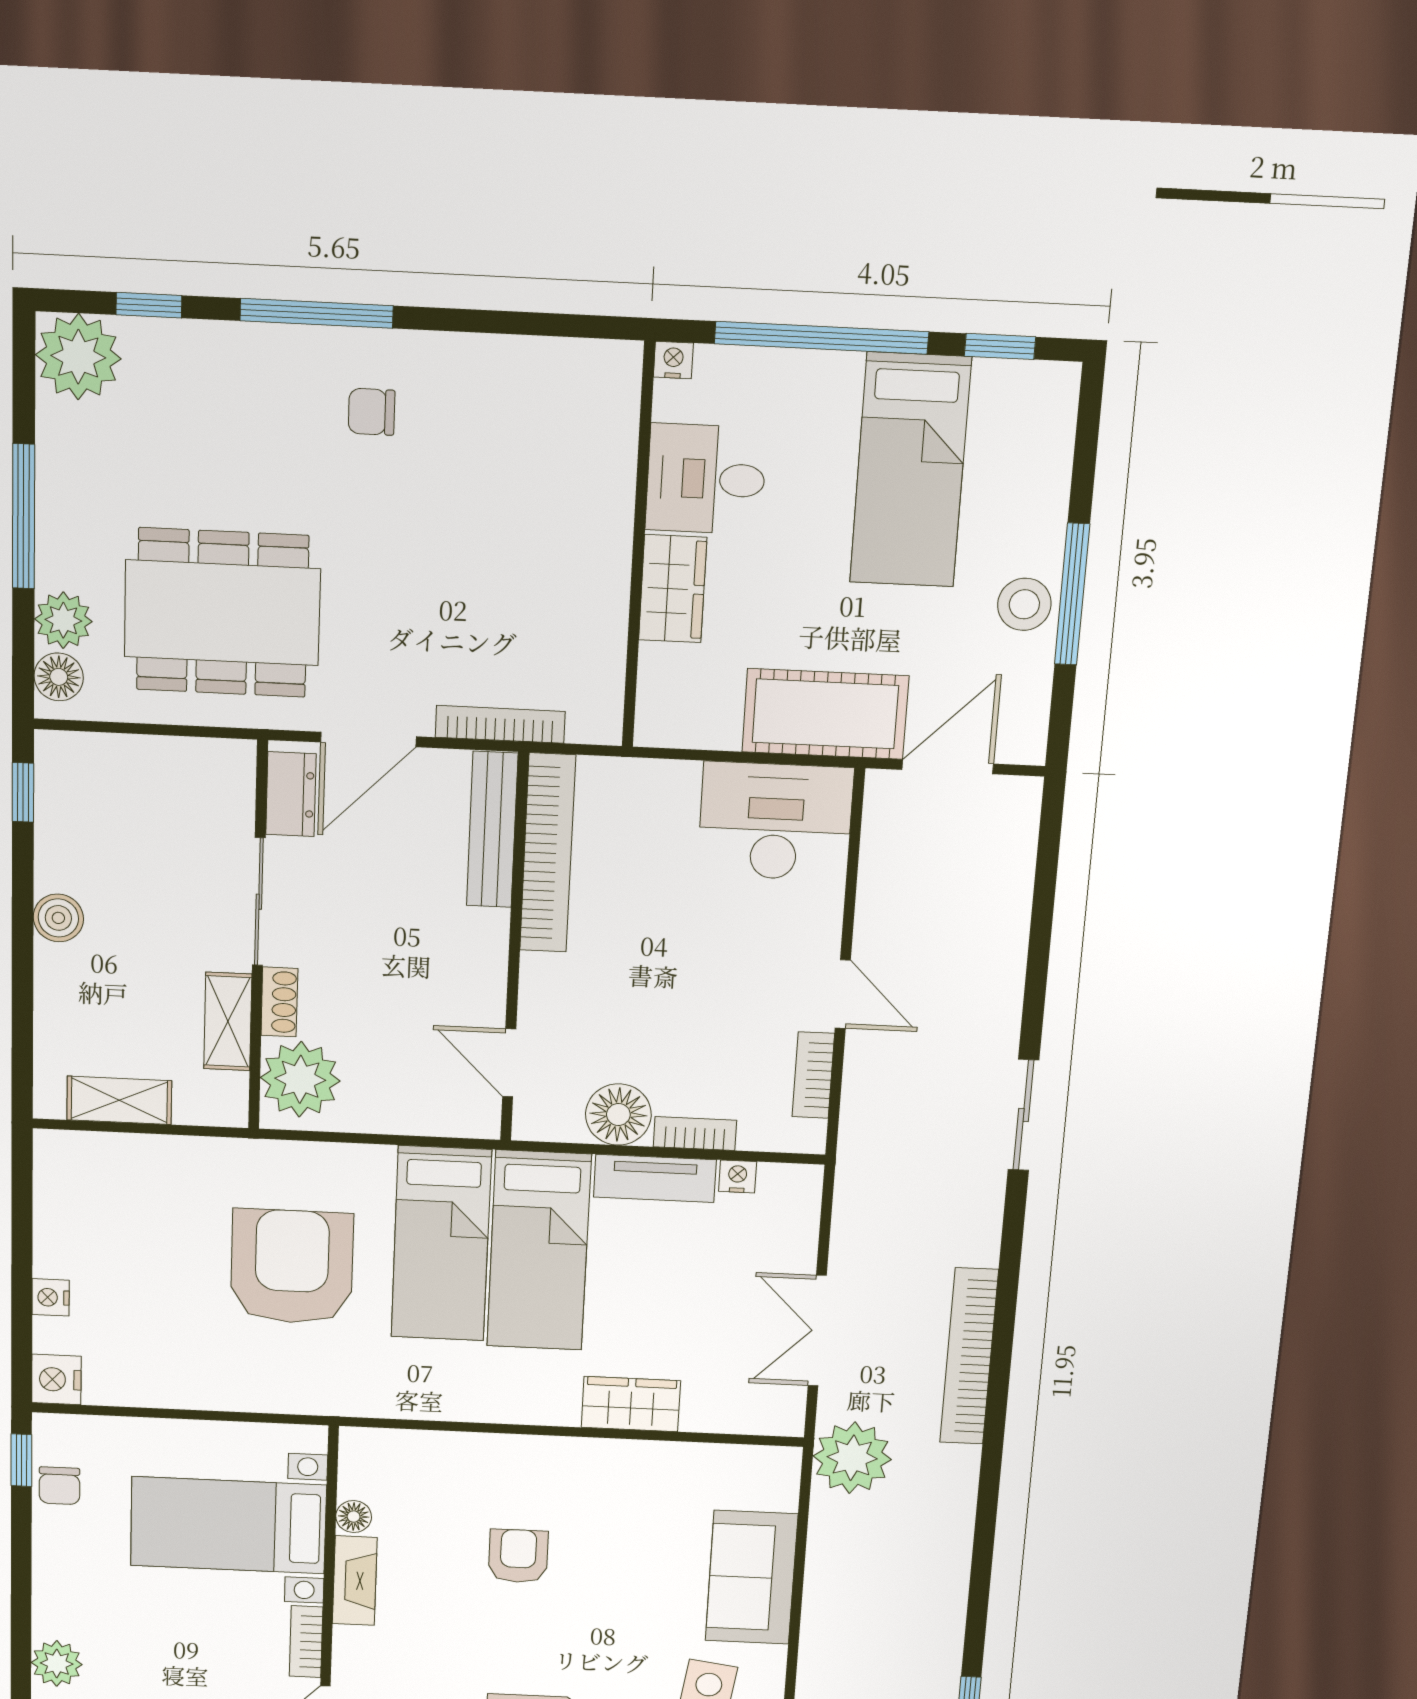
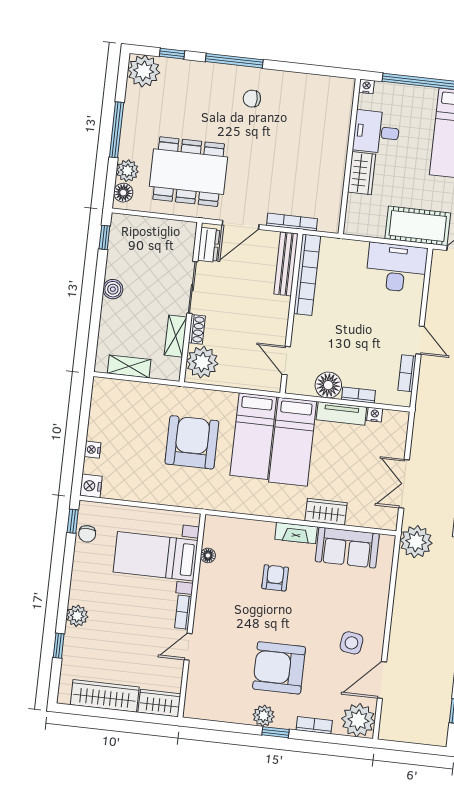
sofa: (752, 1577) -> (347, 548), moved, turned -90
fireplace: (355, 1581) -> (296, 533), moved, turned 90

